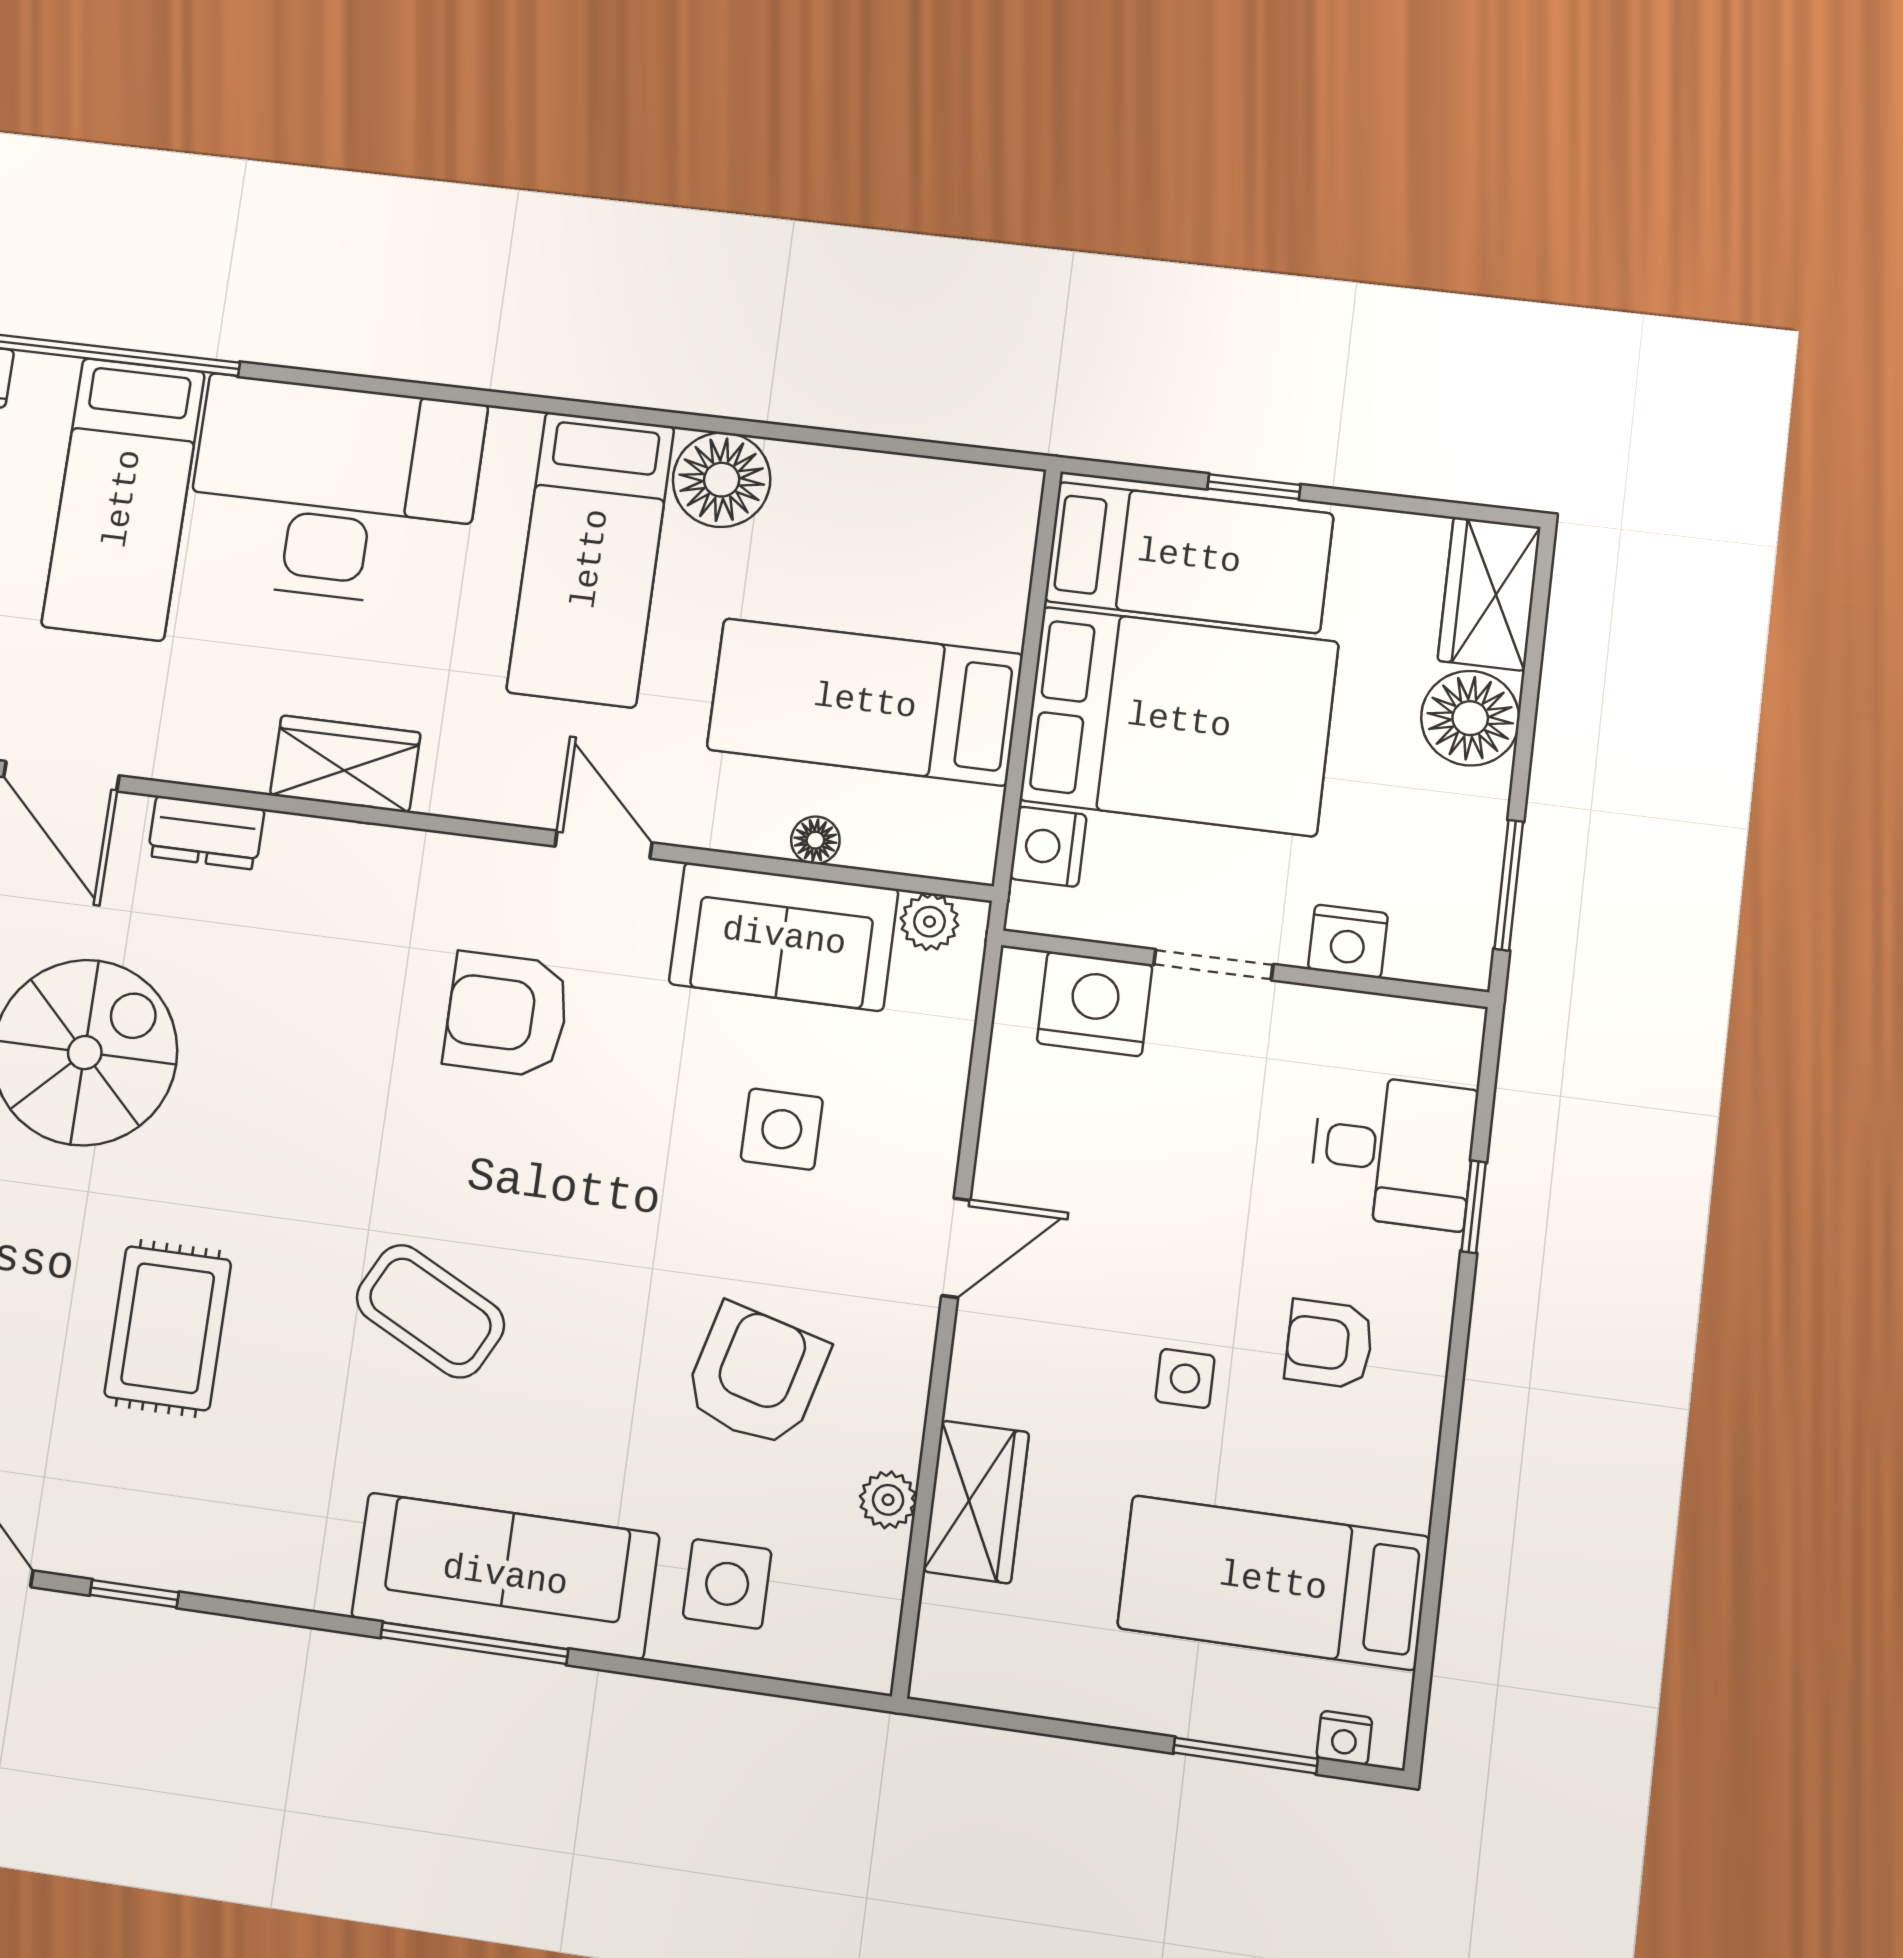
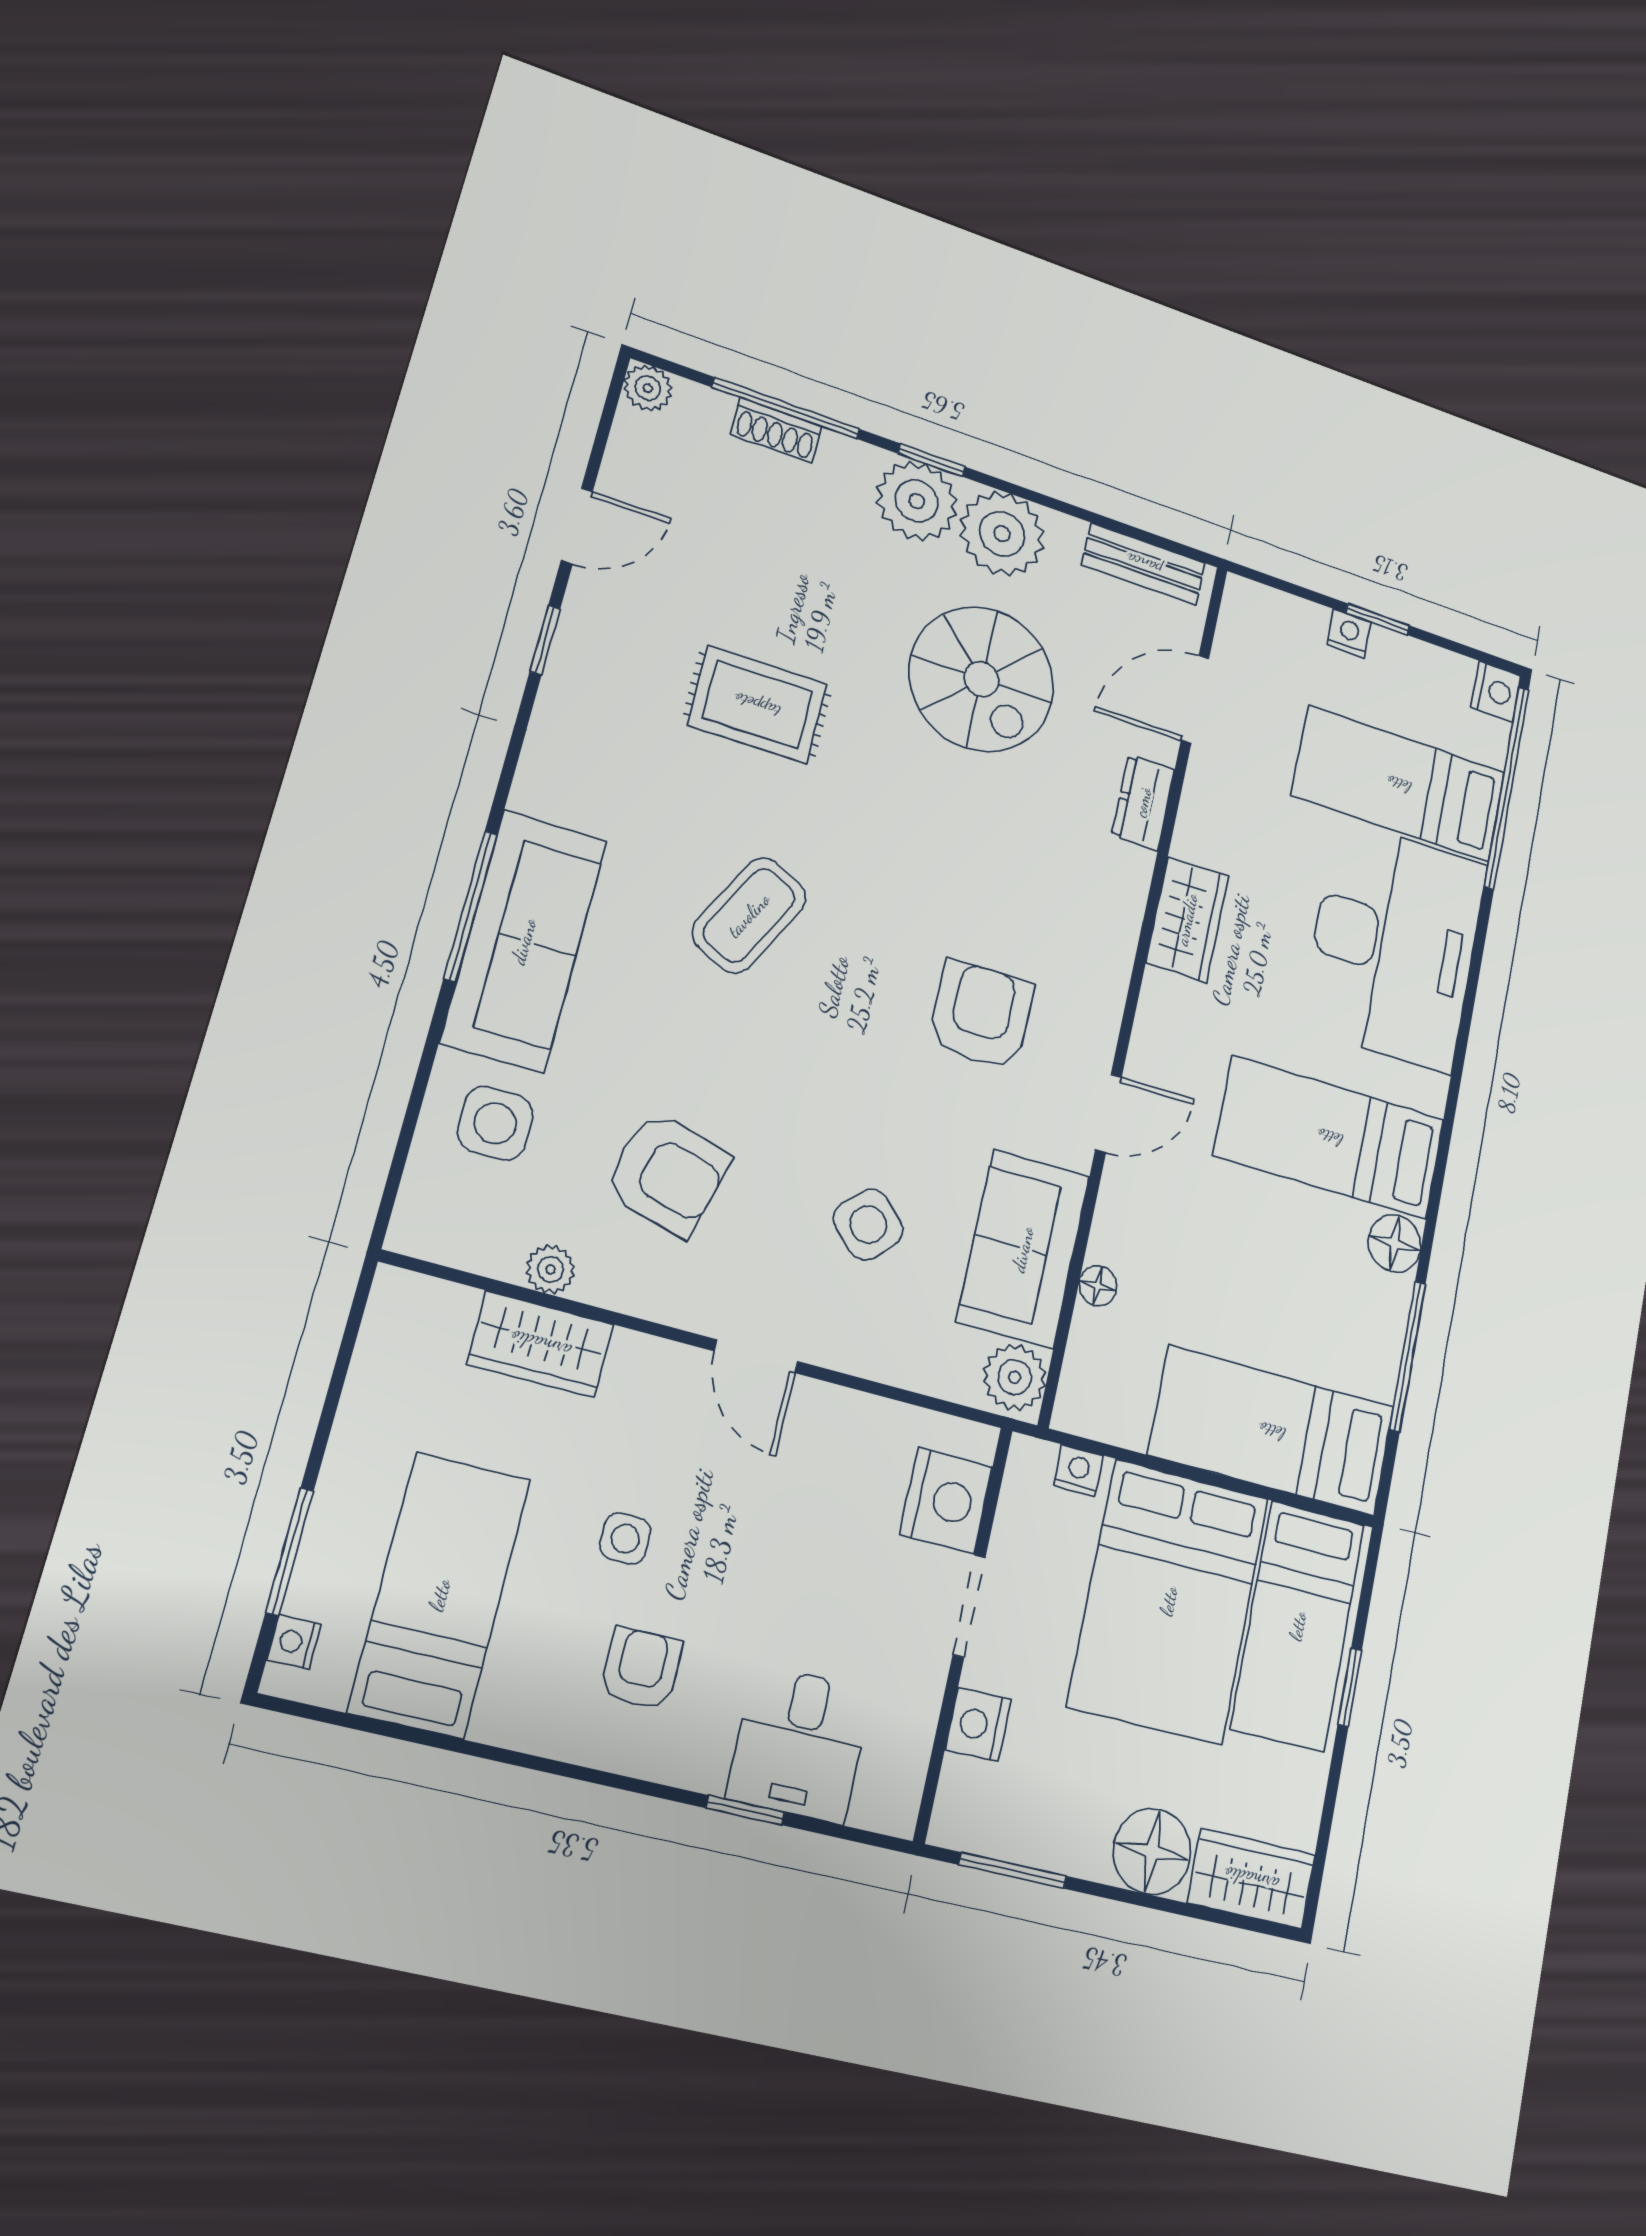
window: (847, 440) -> (1407, 1356), added
floor lamp: (722, 480) -> (1395, 1243), width x0.73, depth x0.73
bed: (865, 702) -> (1272, 1431), moved, turned -90
nightstand: (1048, 847) -> (1078, 1471), width x0.72, depth x0.74
plant: (929, 922) -> (1015, 1377), width x1.38, depth x1.38
side table: (782, 1129) -> (868, 1225), turned 45

